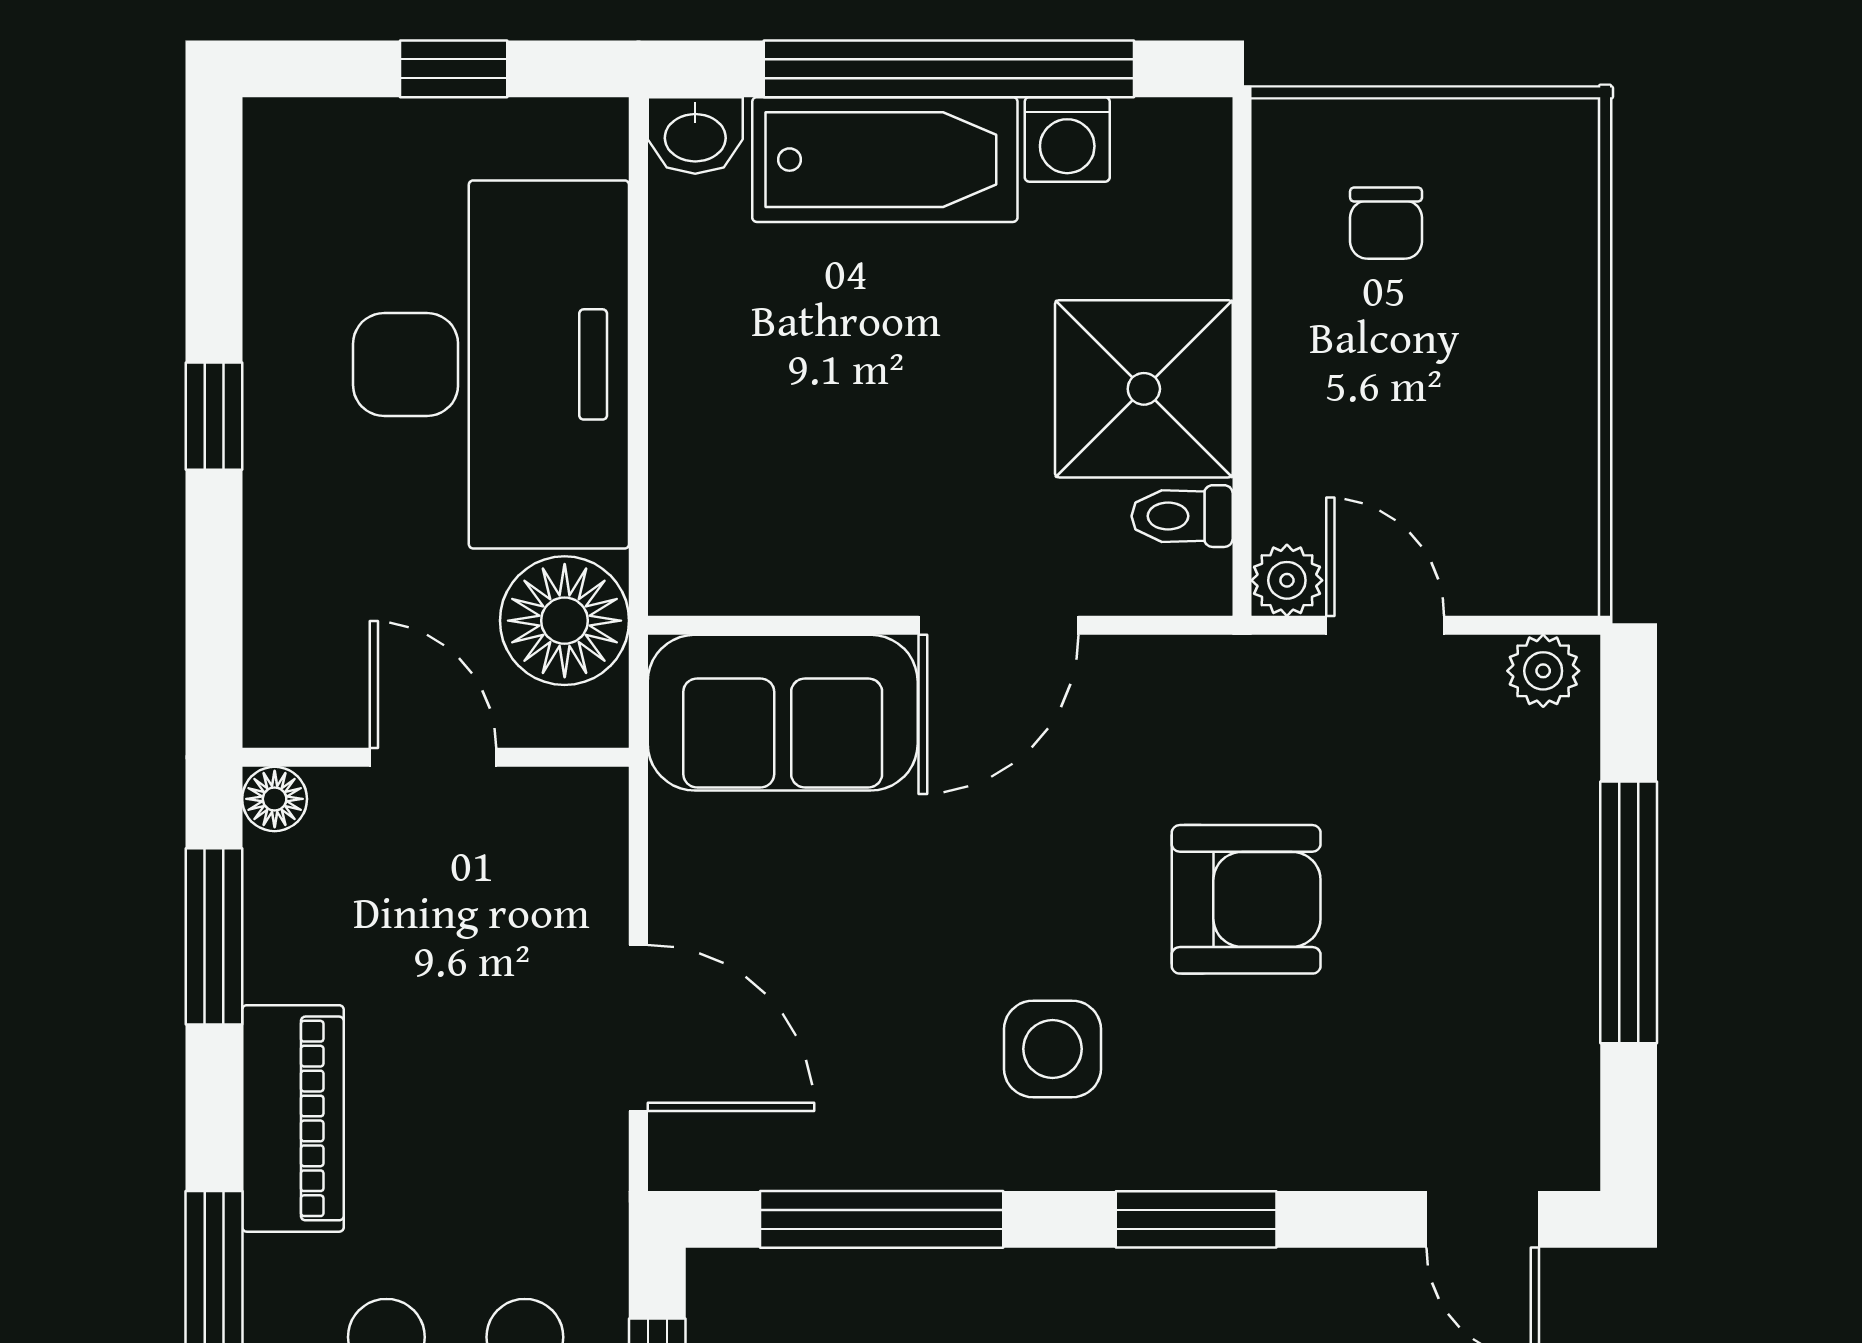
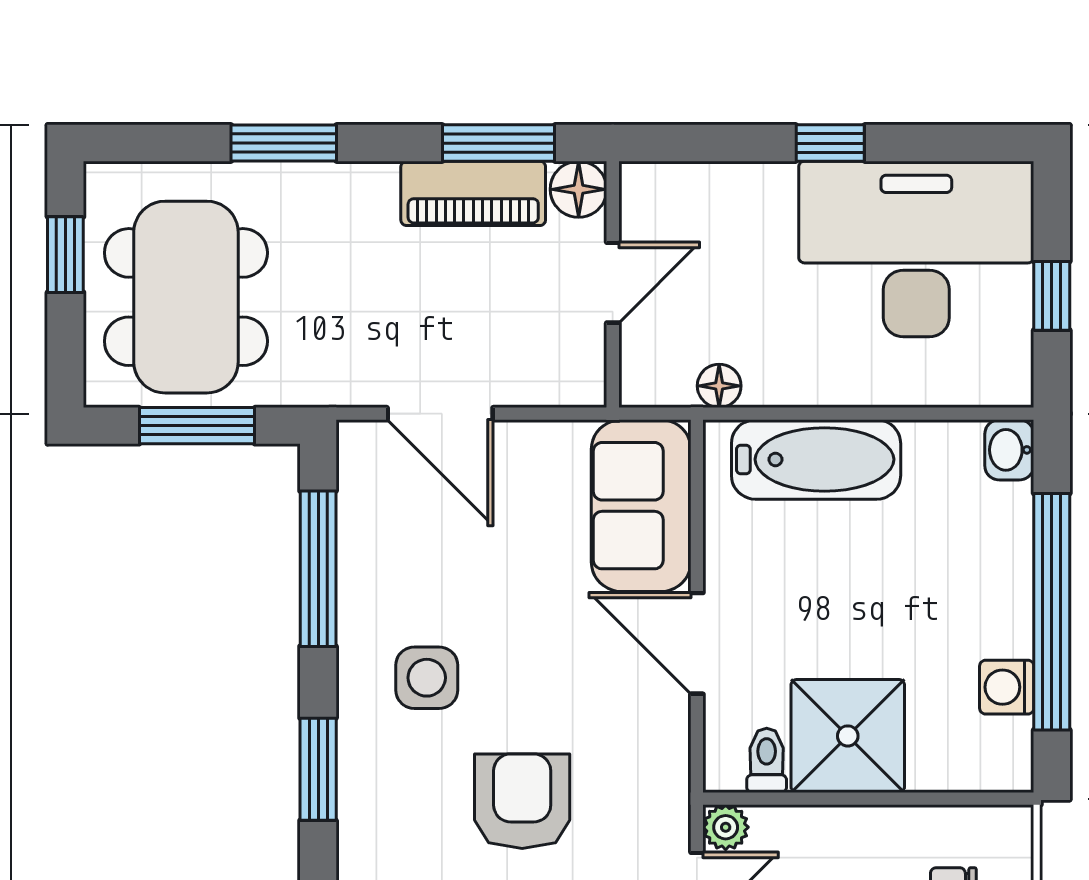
bathtub: (885, 160) -> (816, 459), moved, turned -90
desk: (491, 364) -> (916, 249), moved, turned 180
floor lamp: (565, 621) -> (719, 386), width x0.53, depth x0.53
floor lamp: (275, 799) -> (579, 189), width x1.37, depth x1.37
armchair: (1246, 899) -> (522, 801), turned 180
door: (638, 1028) -> (440, 414), hinge flipped
piano: (293, 1118) -> (473, 193), moved

